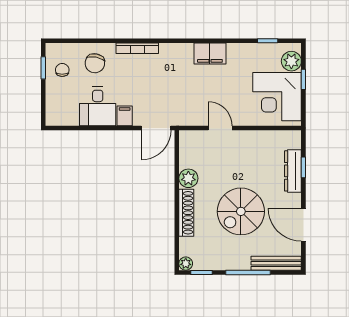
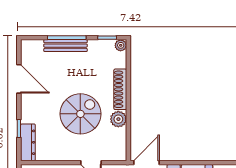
dresser: (293, 171) -> (28, 142), moved
spiral stairs: (241, 211) -> (80, 114), moved
bench: (276, 263) -> (65, 46), moved

